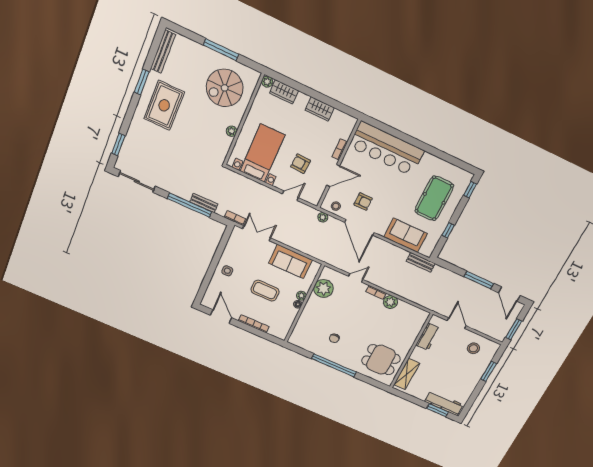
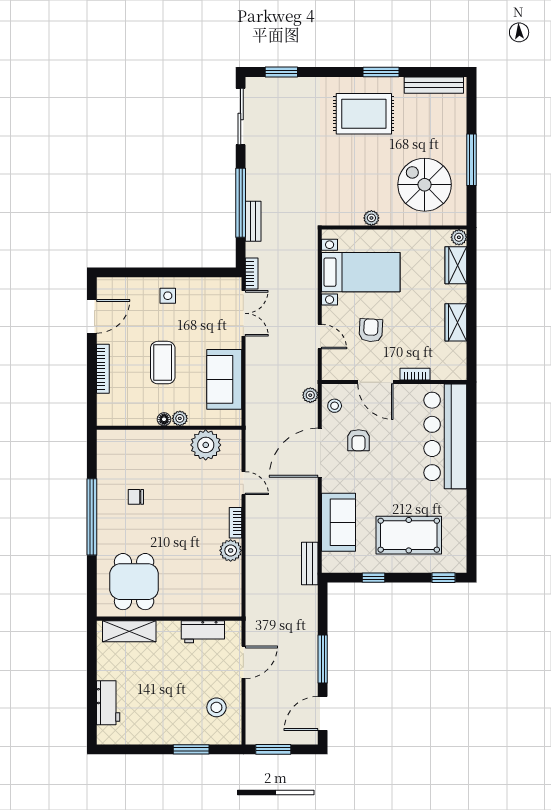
workbench: (444, 403) -> (108, 703), width x0.73
window: (437, 410) -> (92, 708), removed

